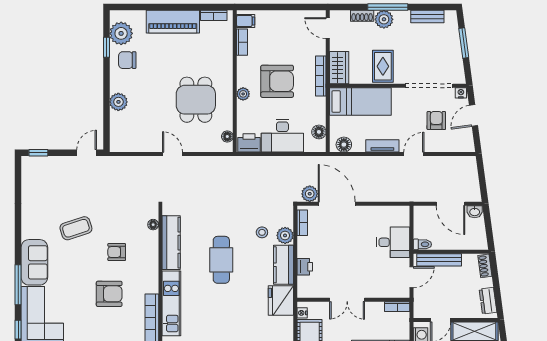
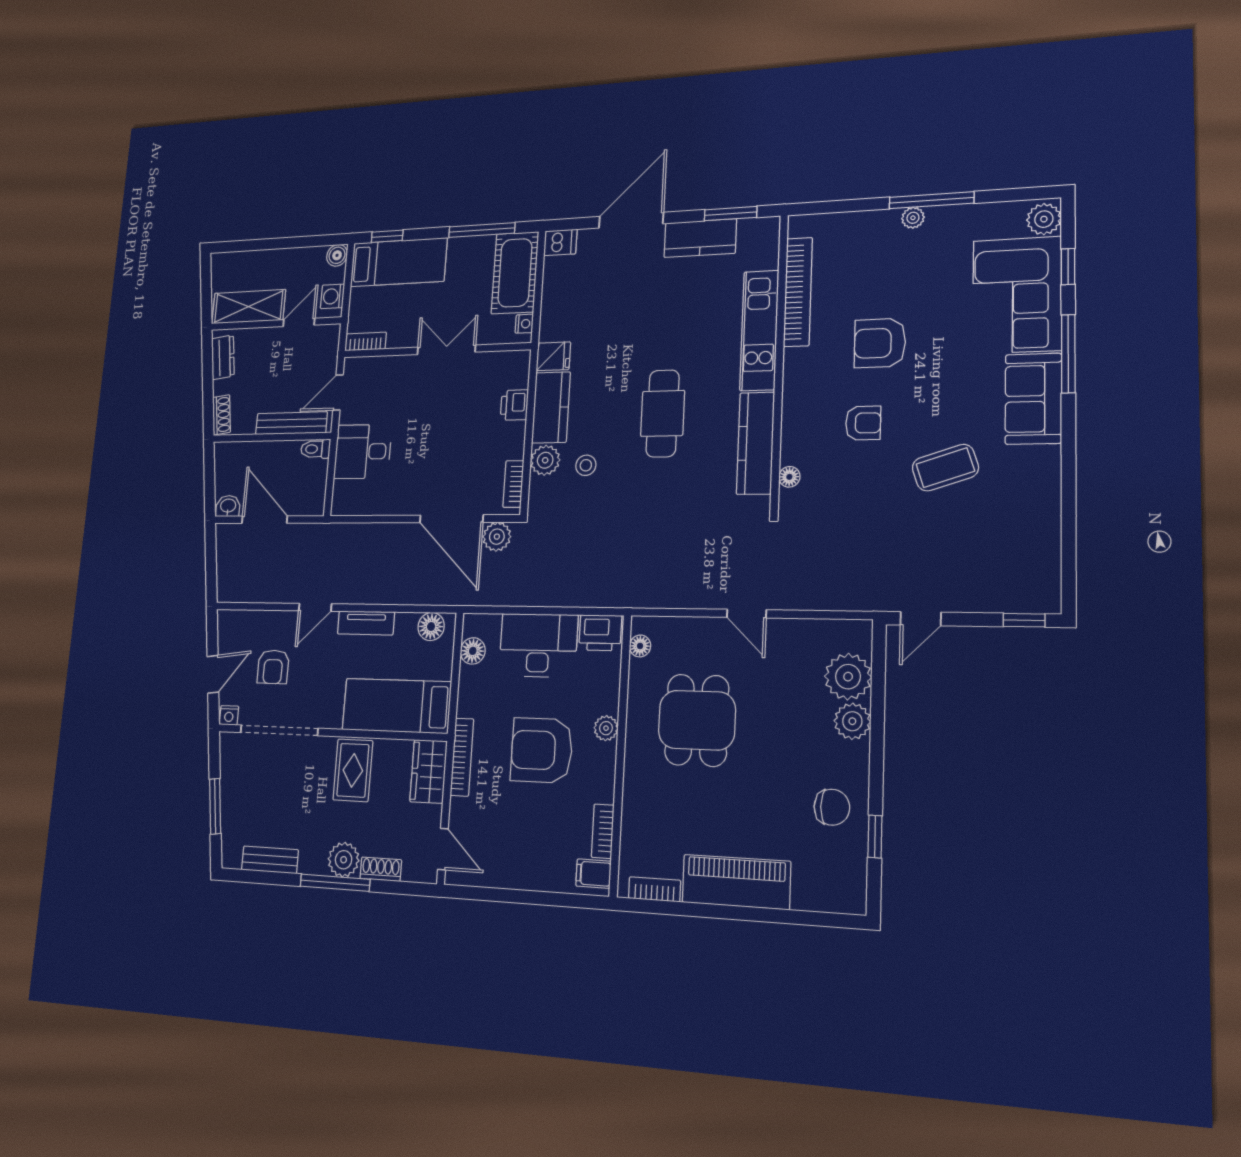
plant: (121, 33) -> (848, 677), moved
fridge: (281, 300) -> (553, 356), width x0.53, depth x0.75

